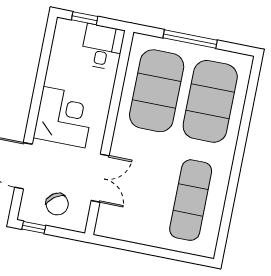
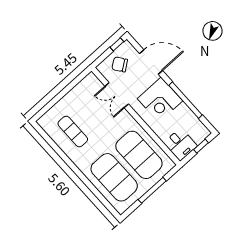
window: (40, 83) -> (186, 100), added
exercise mat: (191, 200) -> (73, 131), width x0.73, depth x0.69

